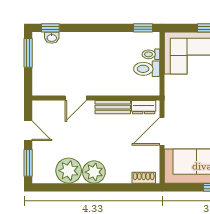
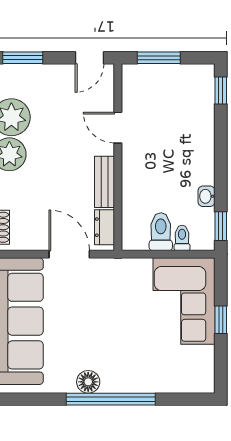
washbasin: (52, 38) -> (207, 196), moved
window: (28, 53) -> (159, 58), moved
door: (28, 131) -> (89, 58), moved

